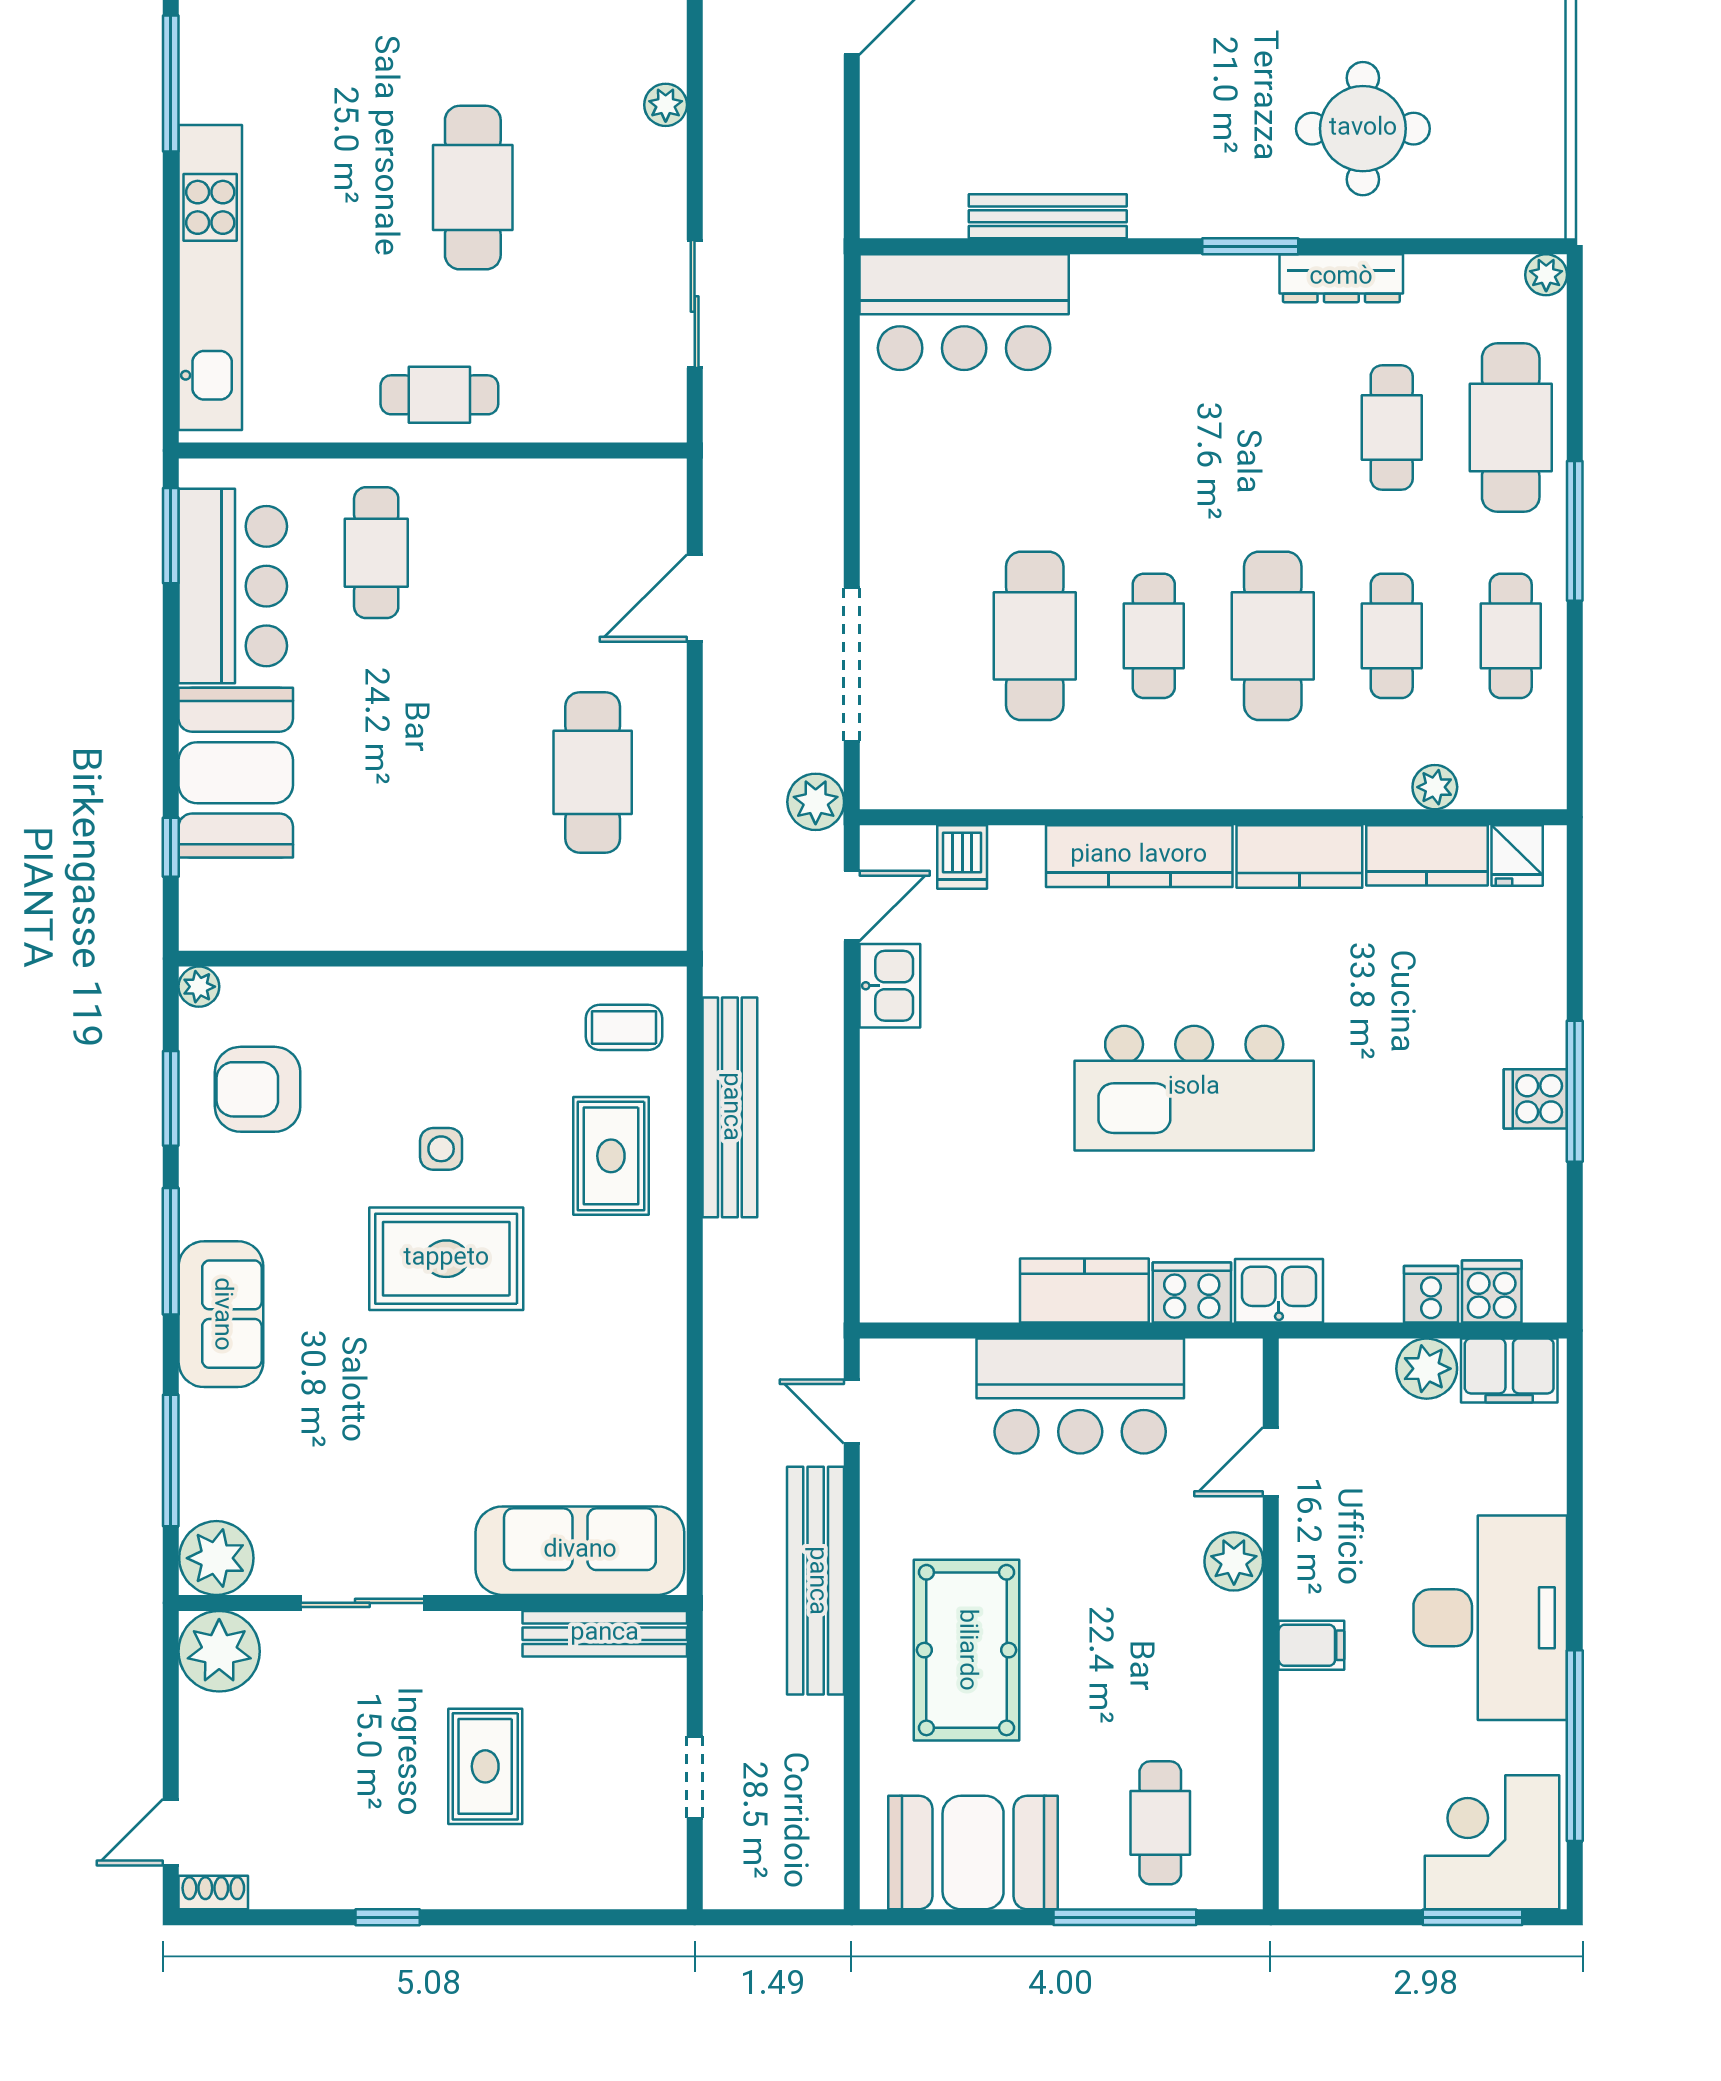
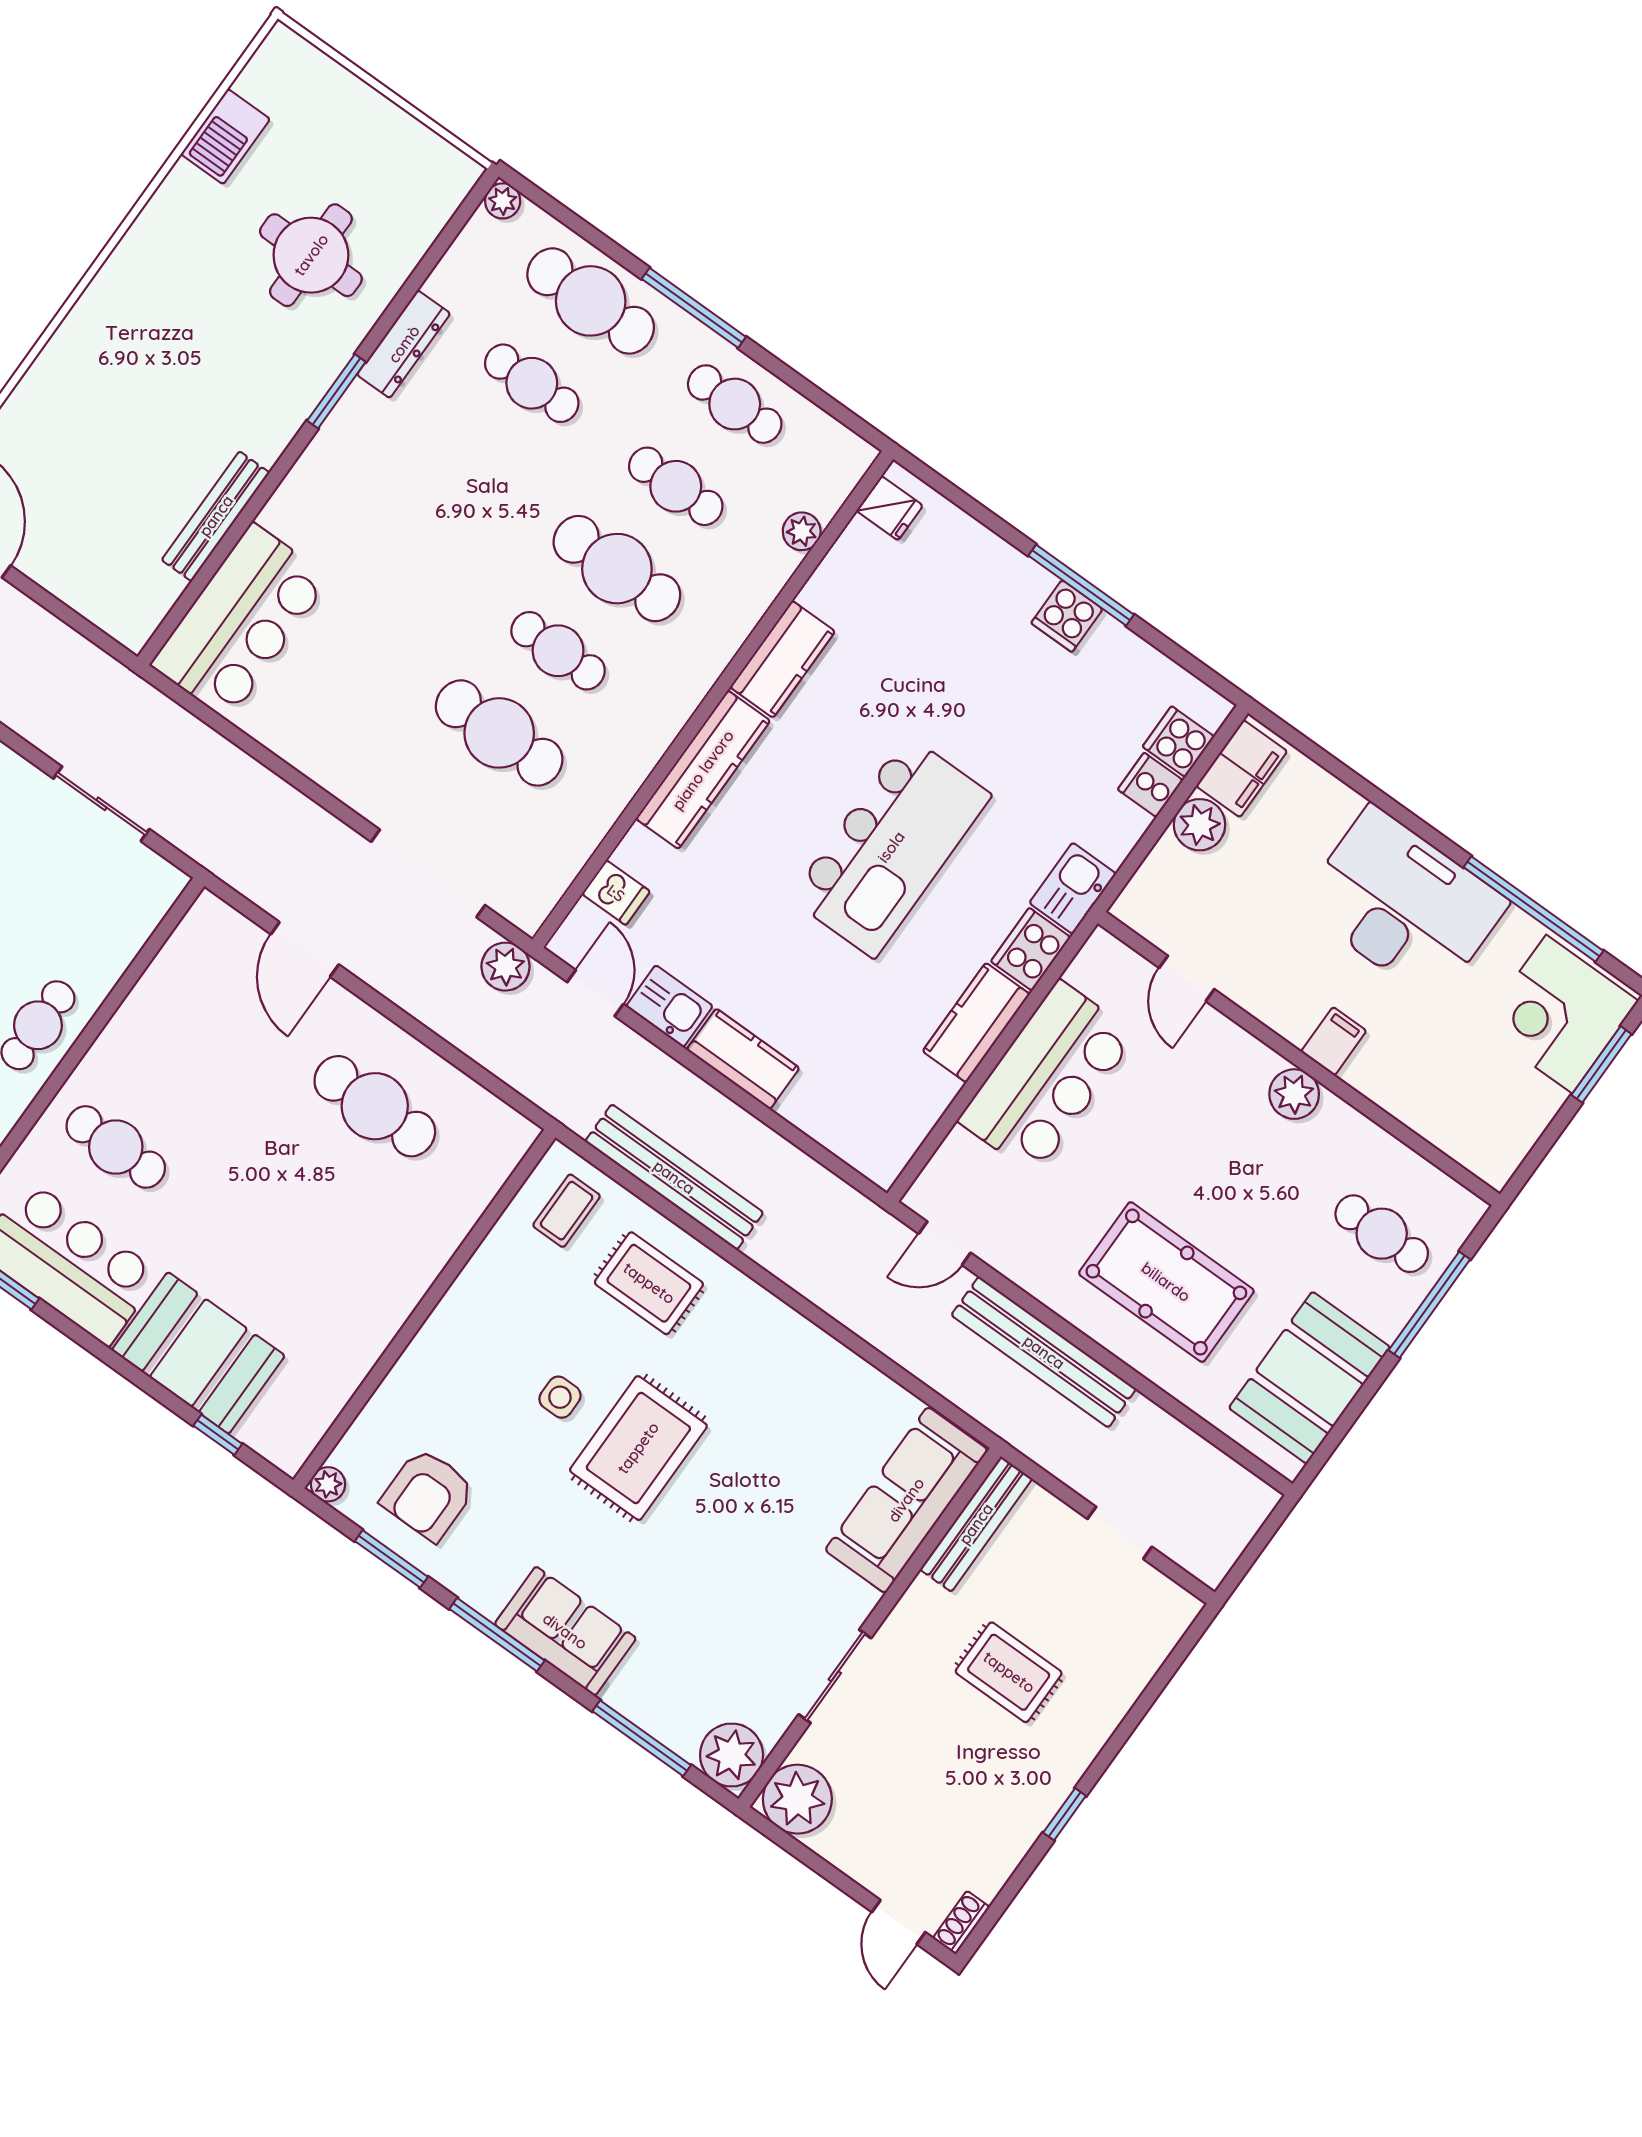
kitchen counter: (1427, 855) -> (743, 1059), moved, turned -90
plant: (1234, 1561) -> (1294, 1094), moved

